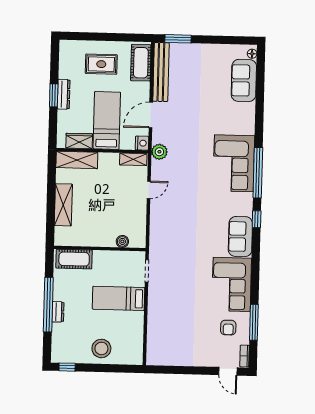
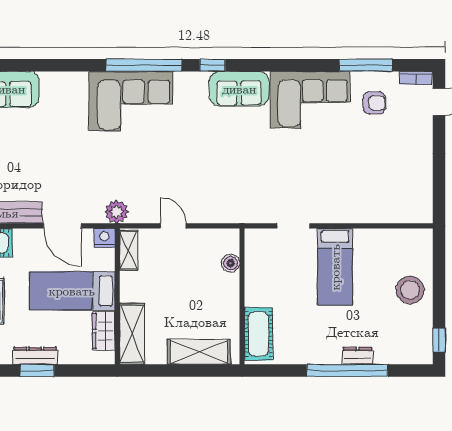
boiler: (122, 241) -> (231, 263), moved
wall: (100, 249) -> (242, 296), moved
cot: (74, 259) -> (259, 334), moved

